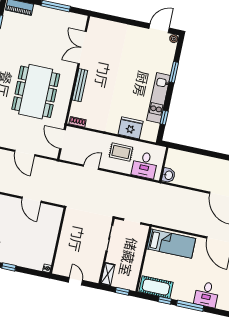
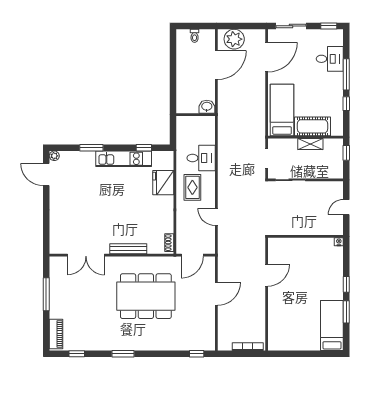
wall: (164, 164) -> (196, 115), moved
washbasin: (168, 175) -> (207, 107), moved
shelving: (108, 274) -> (310, 144), moved
cot: (156, 287) -> (313, 126), moved, turned 90

